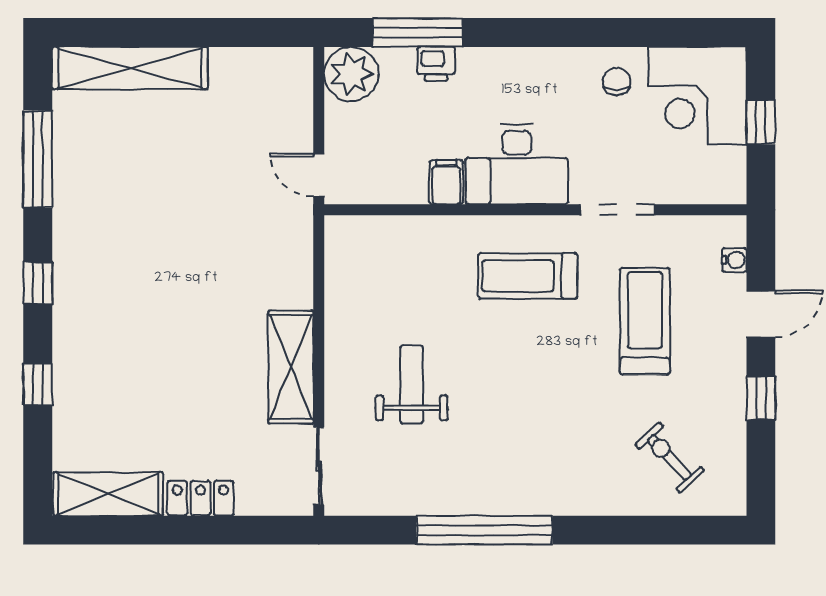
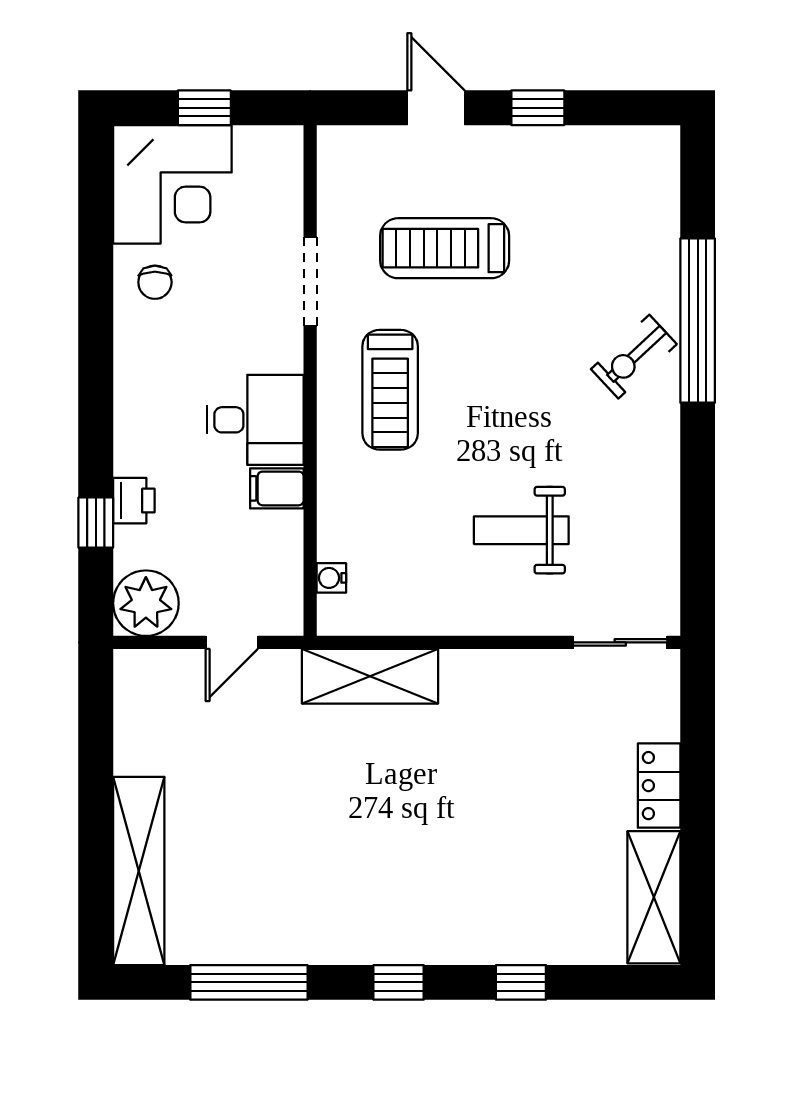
window: (418, 33) -> (96, 523), width x0.46
chair: (617, 81) -> (155, 282), turned -90
desk: (517, 164) -> (255, 420), width x0.73
door: (319, 175) -> (232, 642), moved
water cooler: (734, 260) -> (331, 578), moved, turned -90
shelving: (291, 367) -> (370, 676), moved
exercise bike: (669, 458) -> (634, 357), moved
window: (484, 530) -> (698, 321), moved

